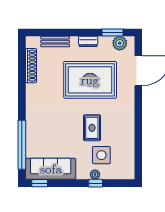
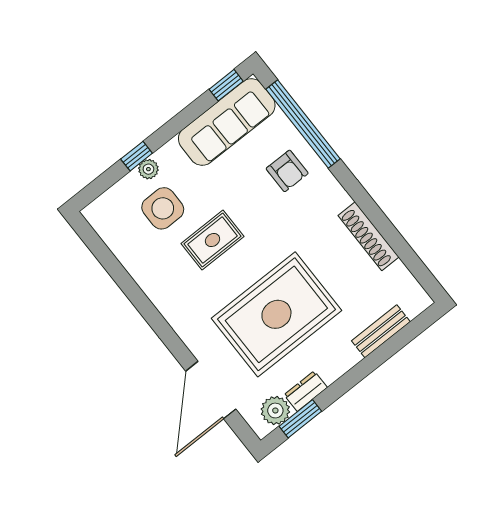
dresser: (88, 41) -> (306, 391), moved
shoe rack: (31, 66) -> (368, 236), moved
rug: (92, 128) -> (212, 240), turned 90
armchair: (42, 132) -> (287, 171), added

